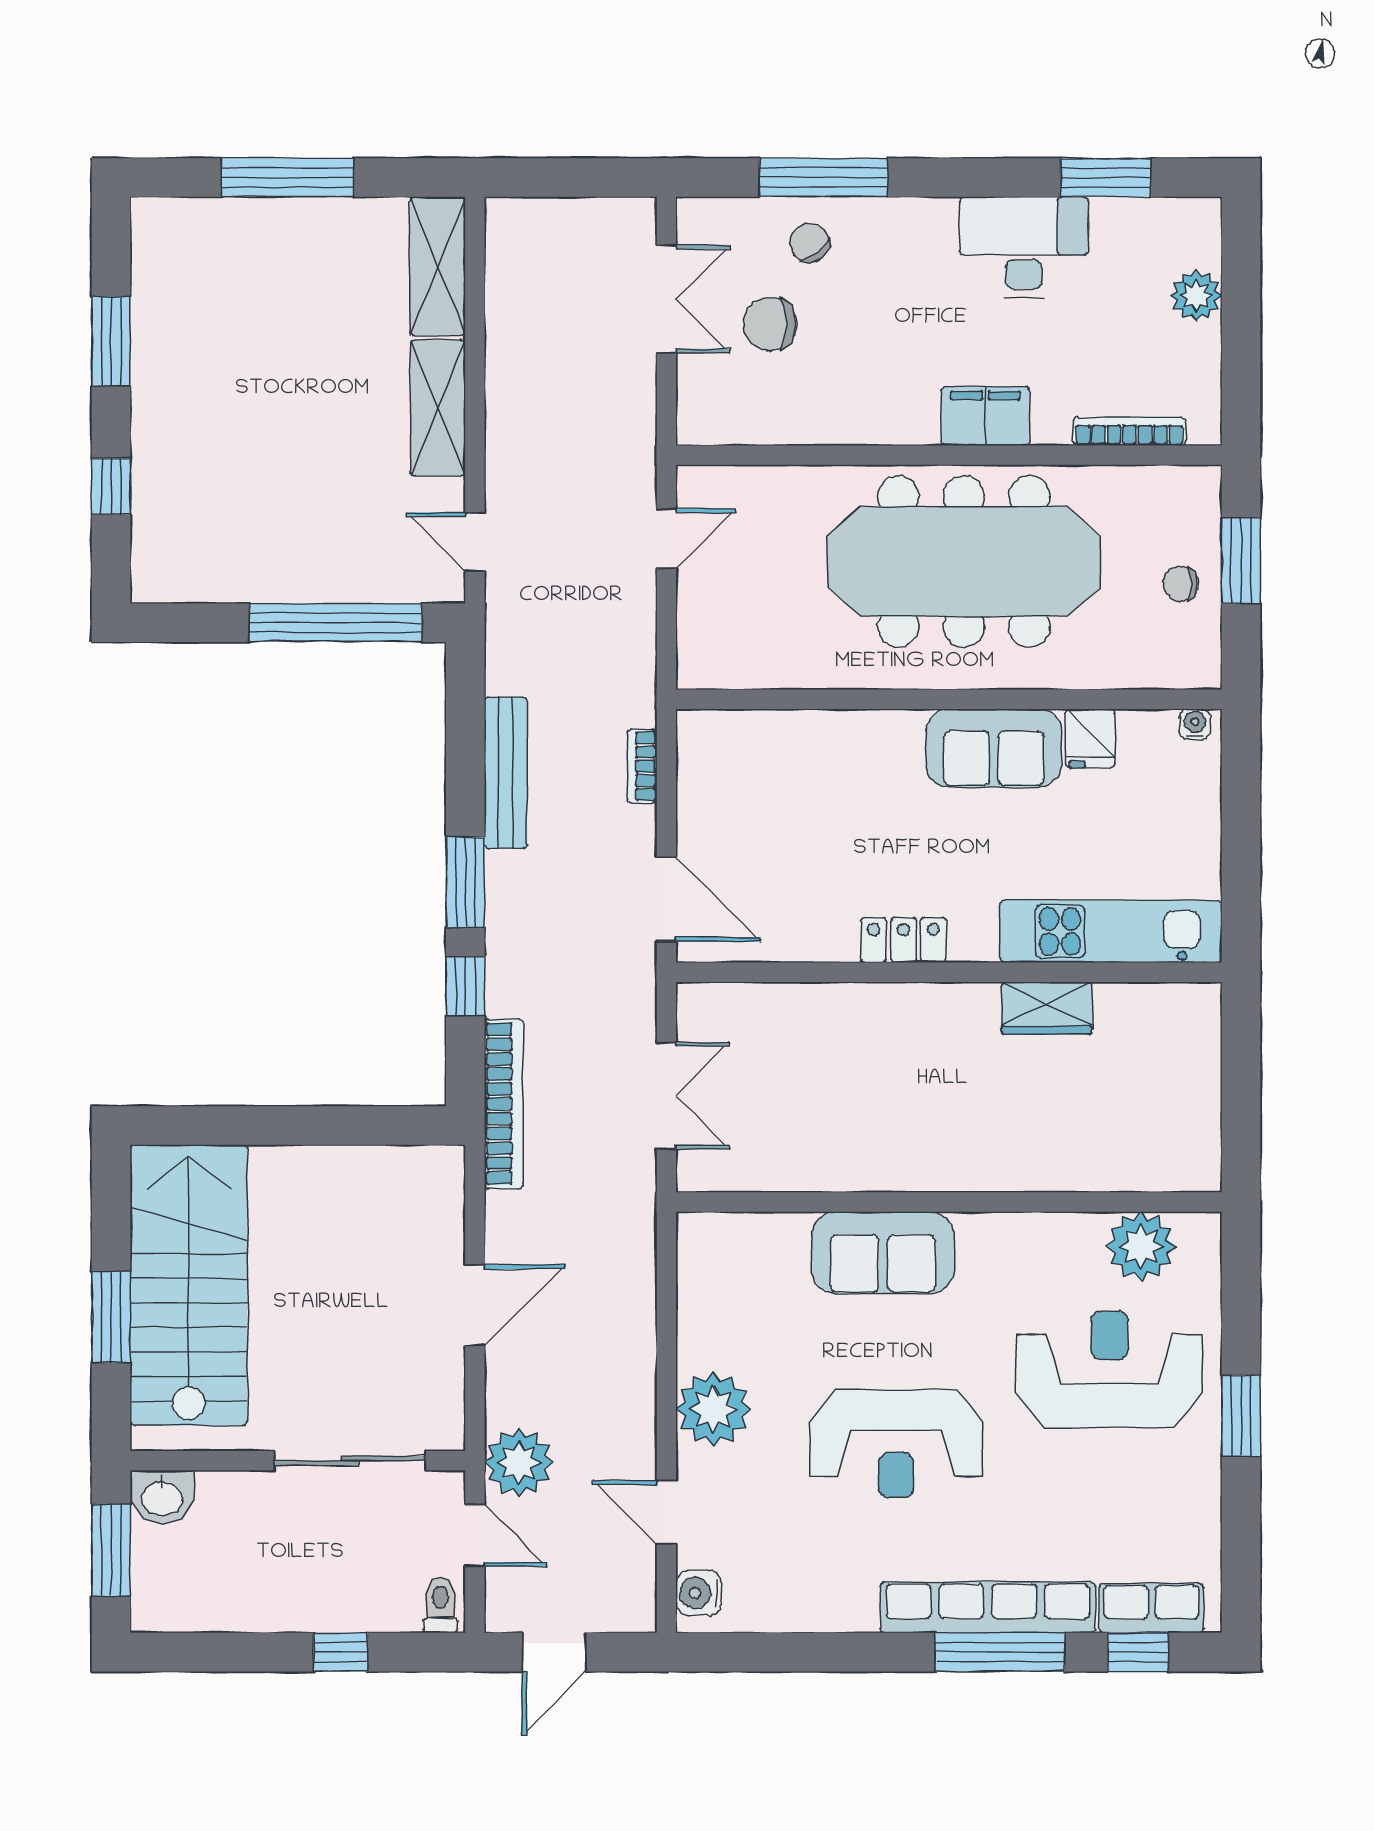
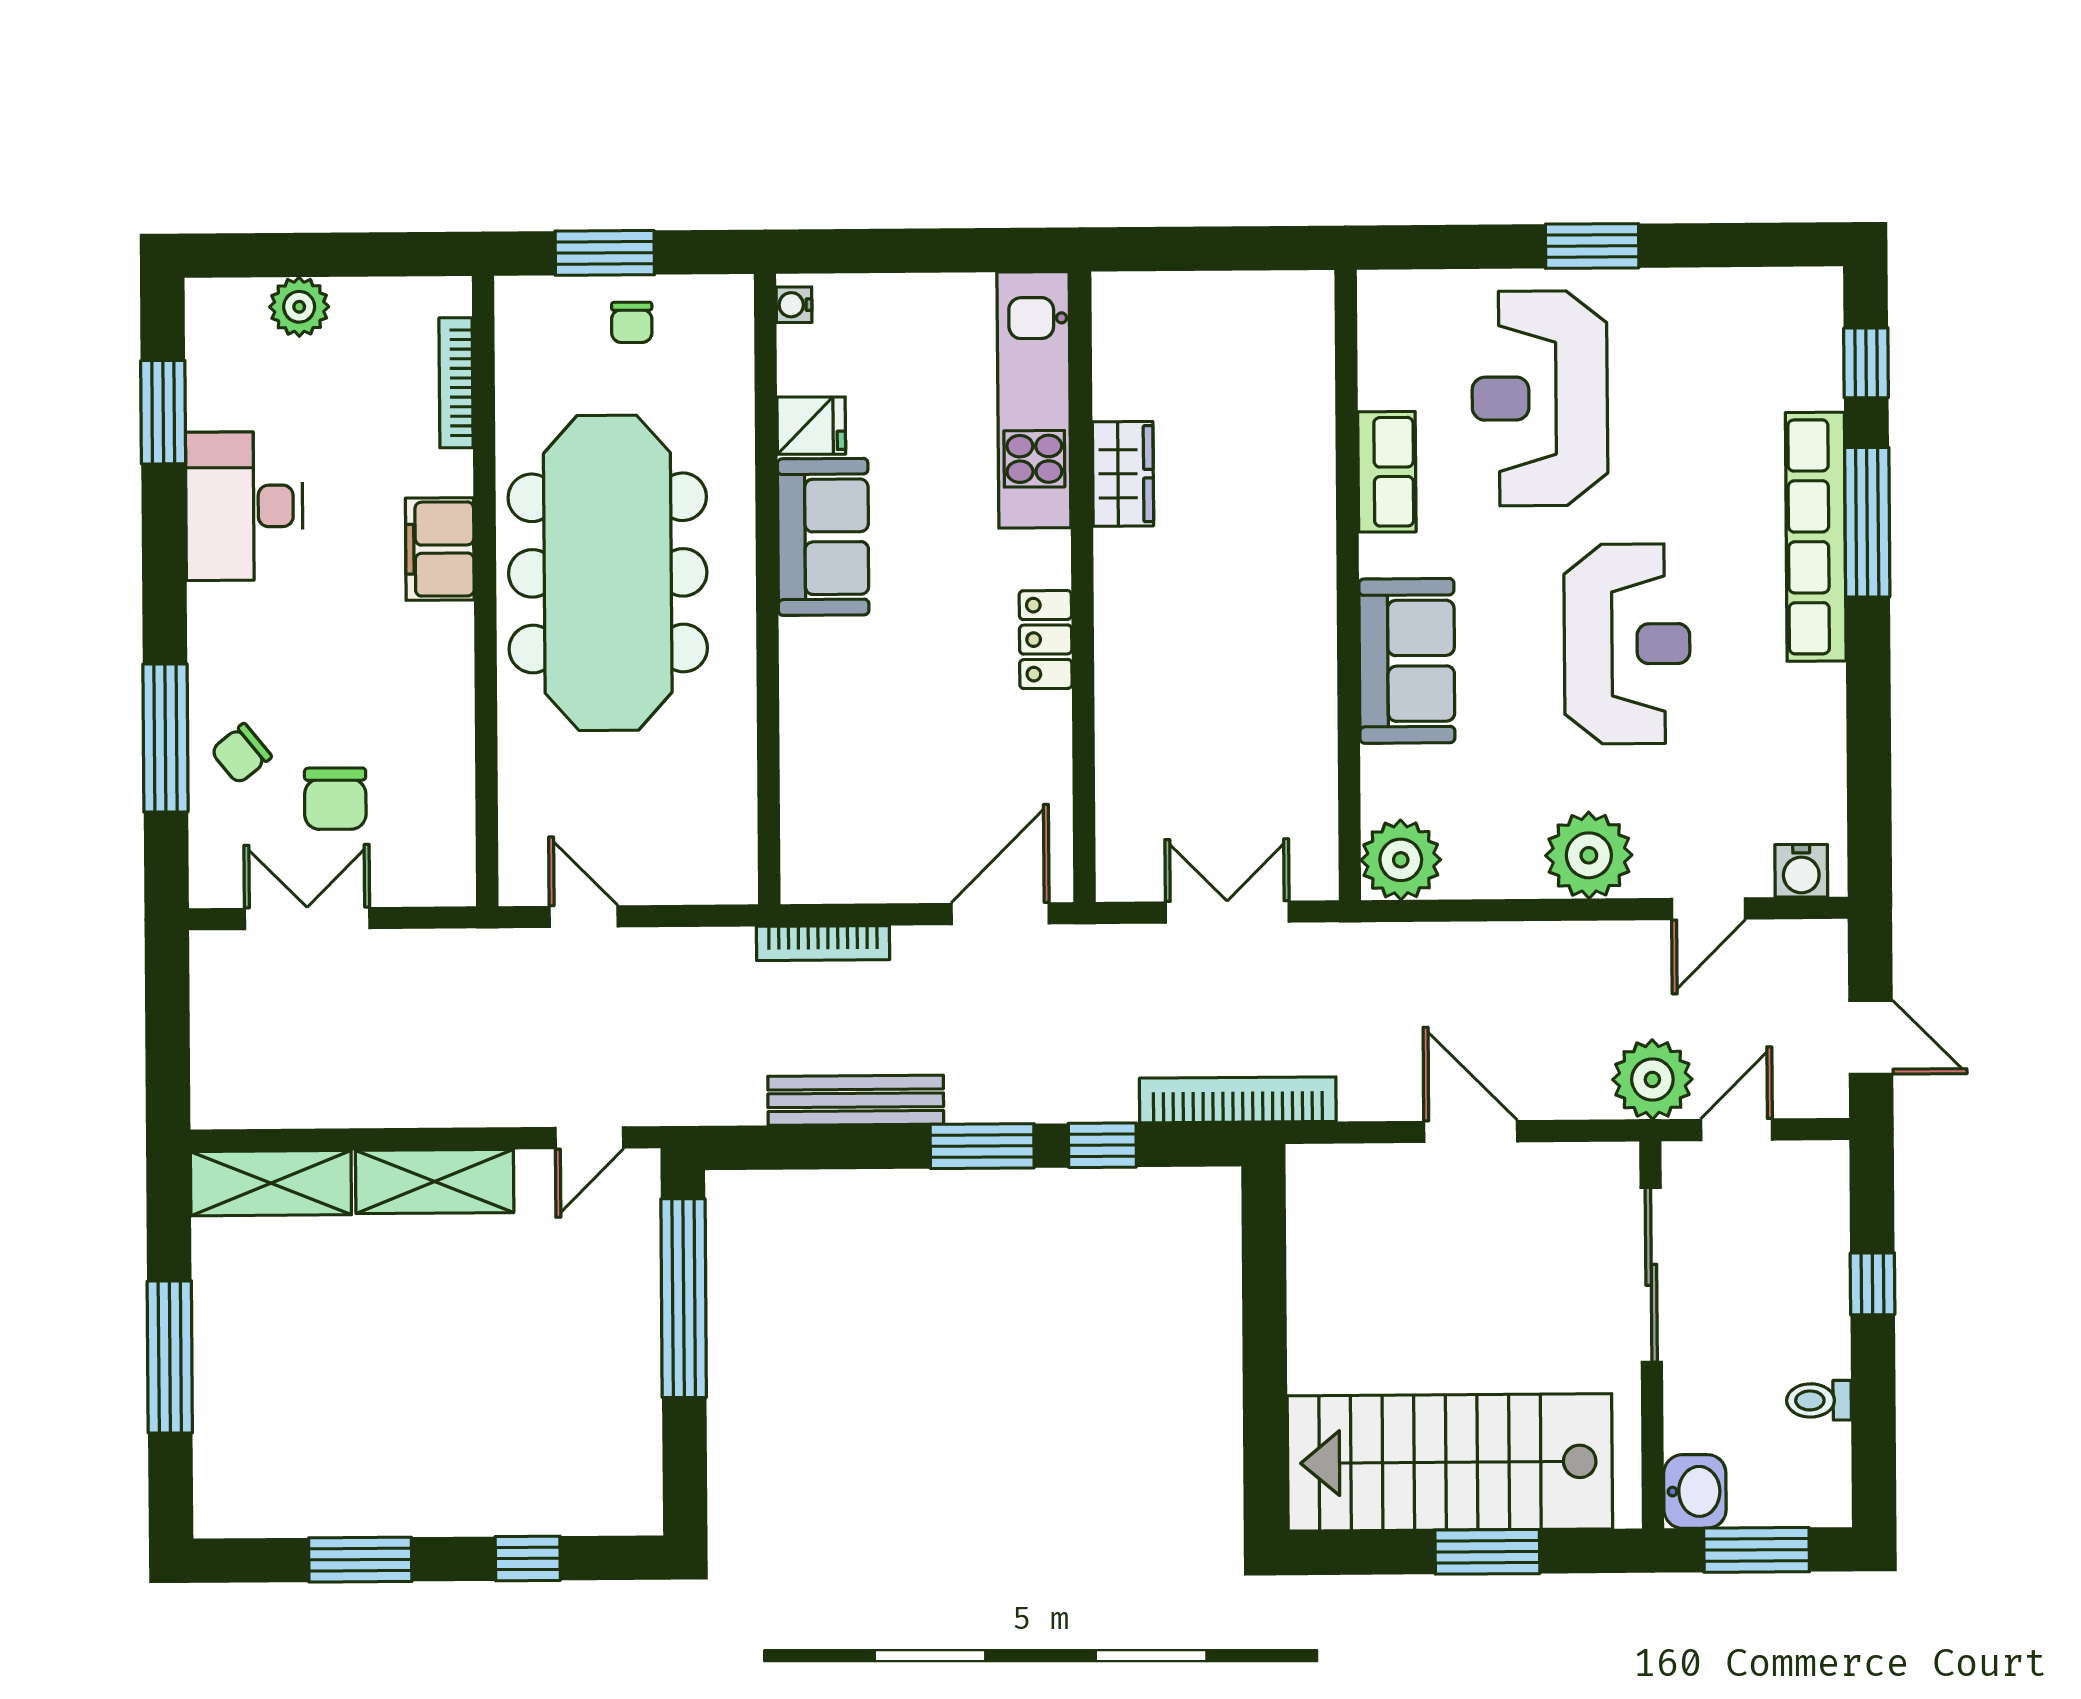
bookcase: (642, 766) -> (823, 943), width x1.56
plant: (1141, 1246) -> (1401, 860), moved
toilet: (440, 1605) -> (1819, 1400), moved
row of seats: (1151, 1608) -> (1387, 472), moved, turned 180

